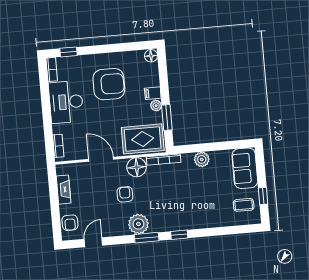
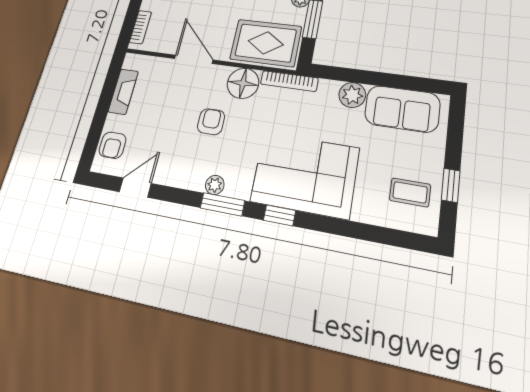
sofa: (245, 168) -> (402, 109), moved, turned -90
corner sofa: (187, 210) -> (305, 175), added
plant: (138, 224) -> (215, 185), width x0.53, depth x0.53

